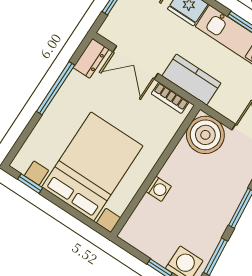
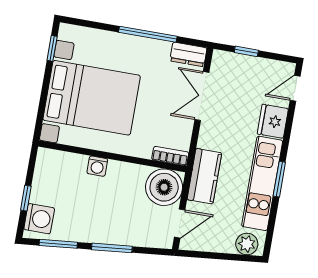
kitchen counter: (191, 80) -> (204, 176), moved
bookcase: (170, 98) -> (170, 156), moved, turned 90

